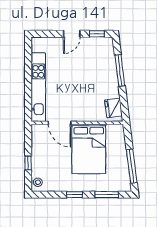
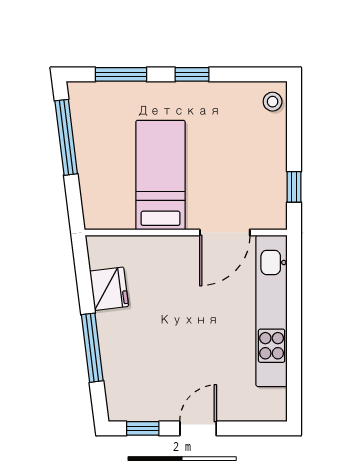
fridge: (113, 108) -> (109, 289), moved
door: (60, 123) -> (225, 233), swing flipped
bed: (89, 149) -> (161, 175), width x0.67
window: (28, 163) -> (294, 187), moved

